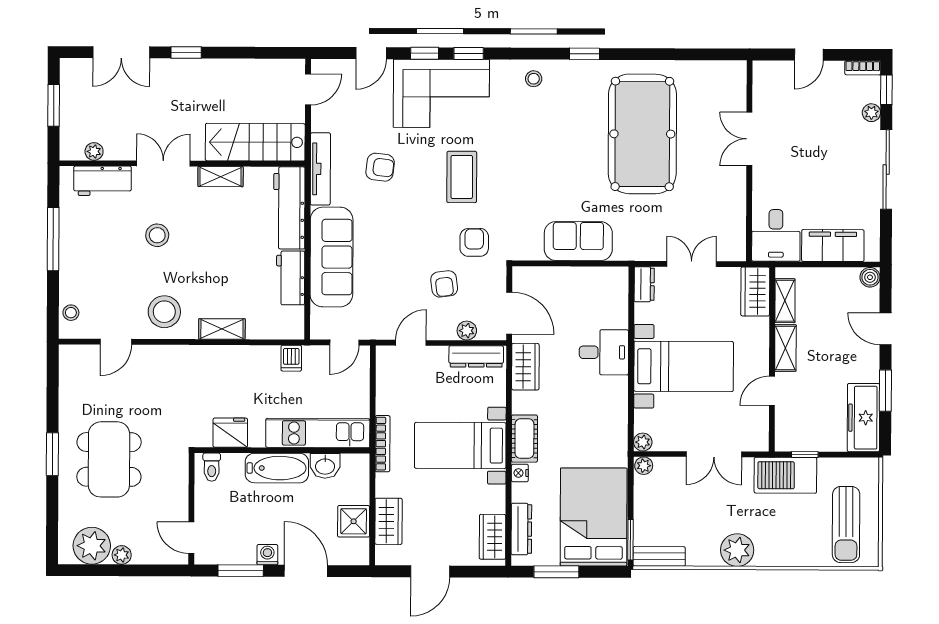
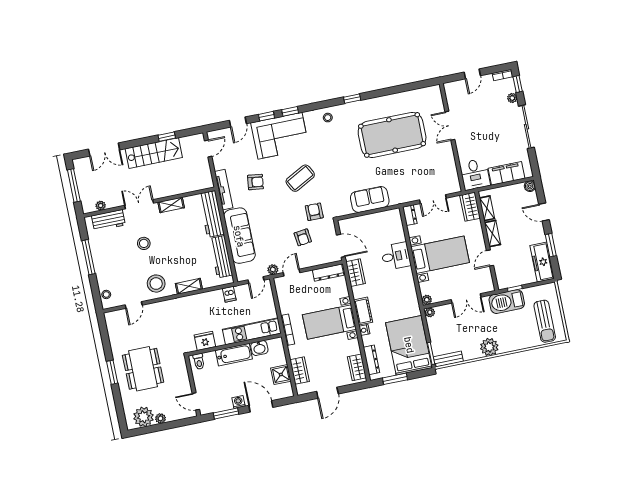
window: (186, 52) -> (167, 137), moved
window: (54, 105) -> (74, 185), width x1.44
pool table: (642, 134) -> (392, 135), turned 90
stairs: (255, 142) -> (154, 153), moved, turned 180
coffee table: (462, 177) -> (300, 178), turned 62
double door: (692, 264) -> (433, 199), swing flipped
workbench: (291, 278) -> (221, 257), width x1.38
plant: (467, 331) -> (273, 269), moved

